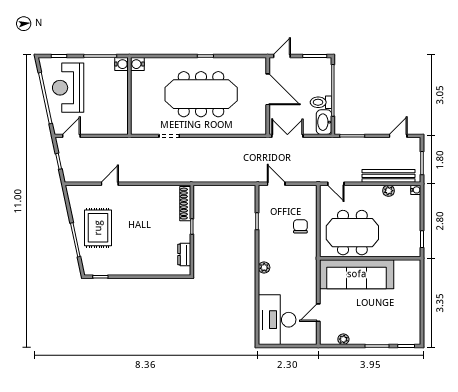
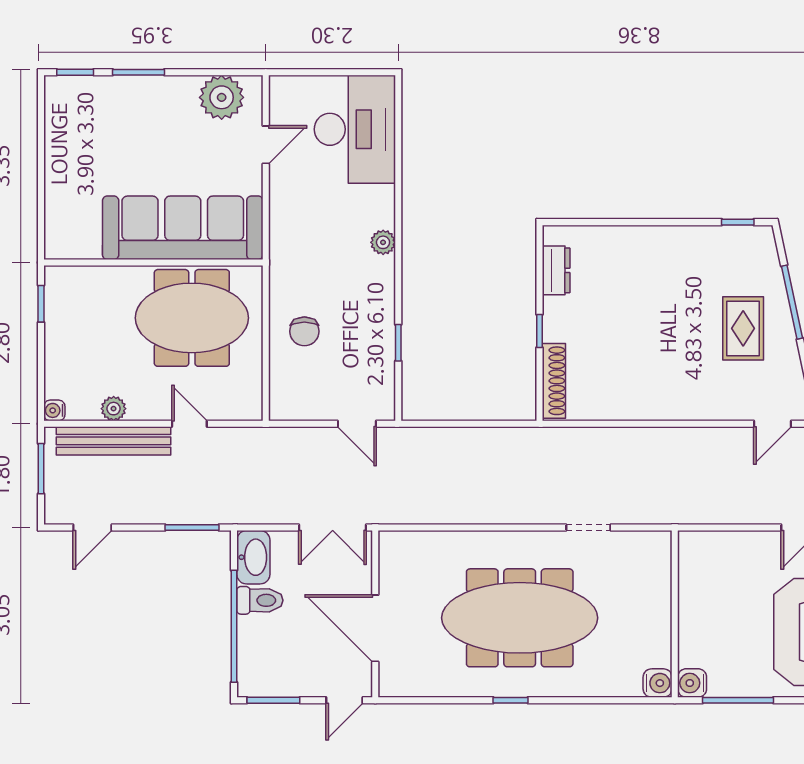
door: (110, 184) -> (773, 424), moved
door: (336, 184) -> (189, 424), moved
rug: (98, 228) -> (743, 328), width x0.73, depth x0.70
plant: (343, 339) -> (222, 97), width x1.87, depth x1.87

